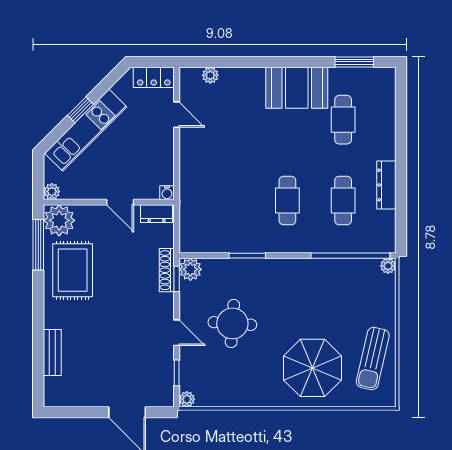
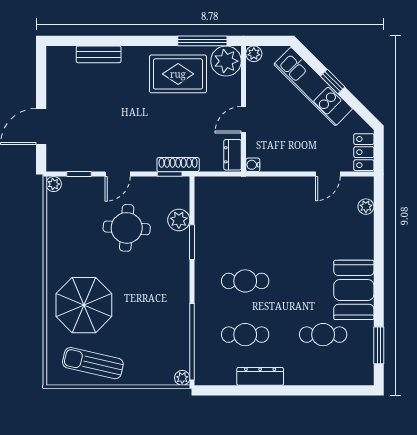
plant: (190, 269) -> (179, 220), moved

